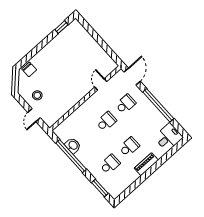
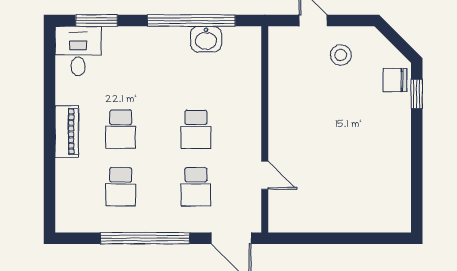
window: (61, 27) -> (417, 94), moved
desk: (168, 137) -> (78, 51), moved, turned 180
school desk: (110, 164) -> (121, 187), moved

